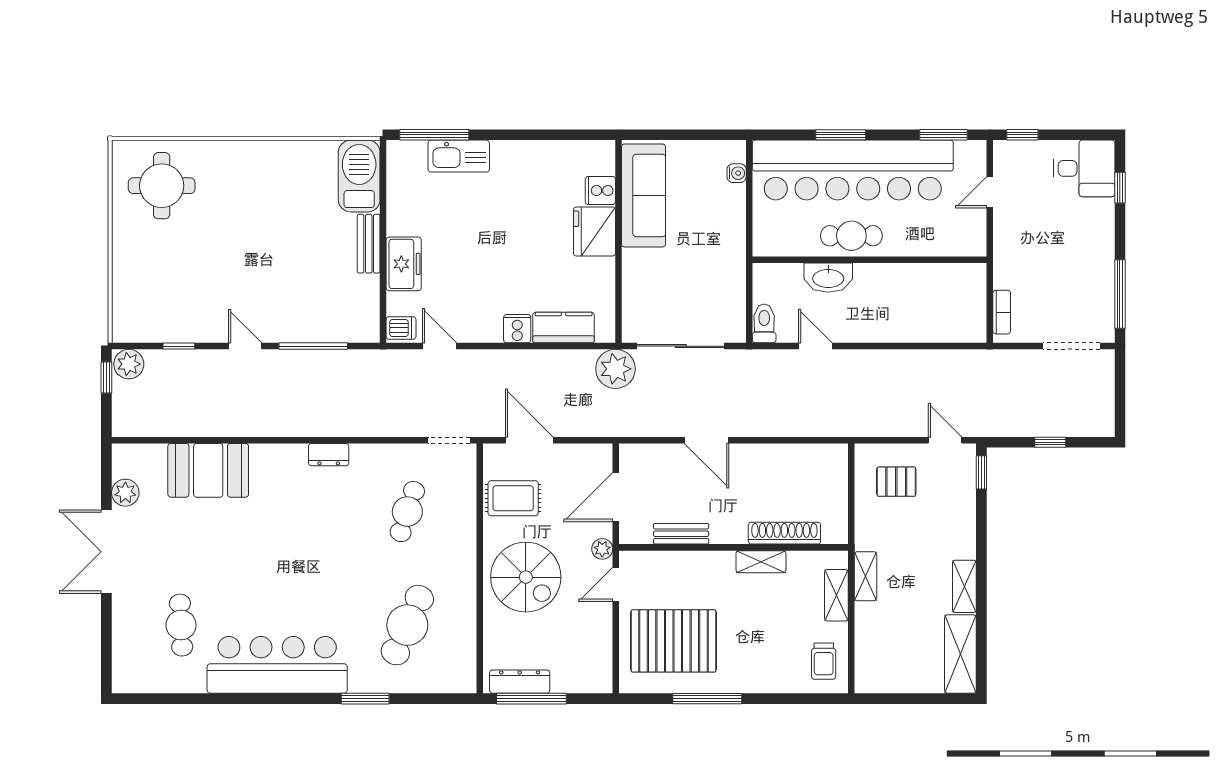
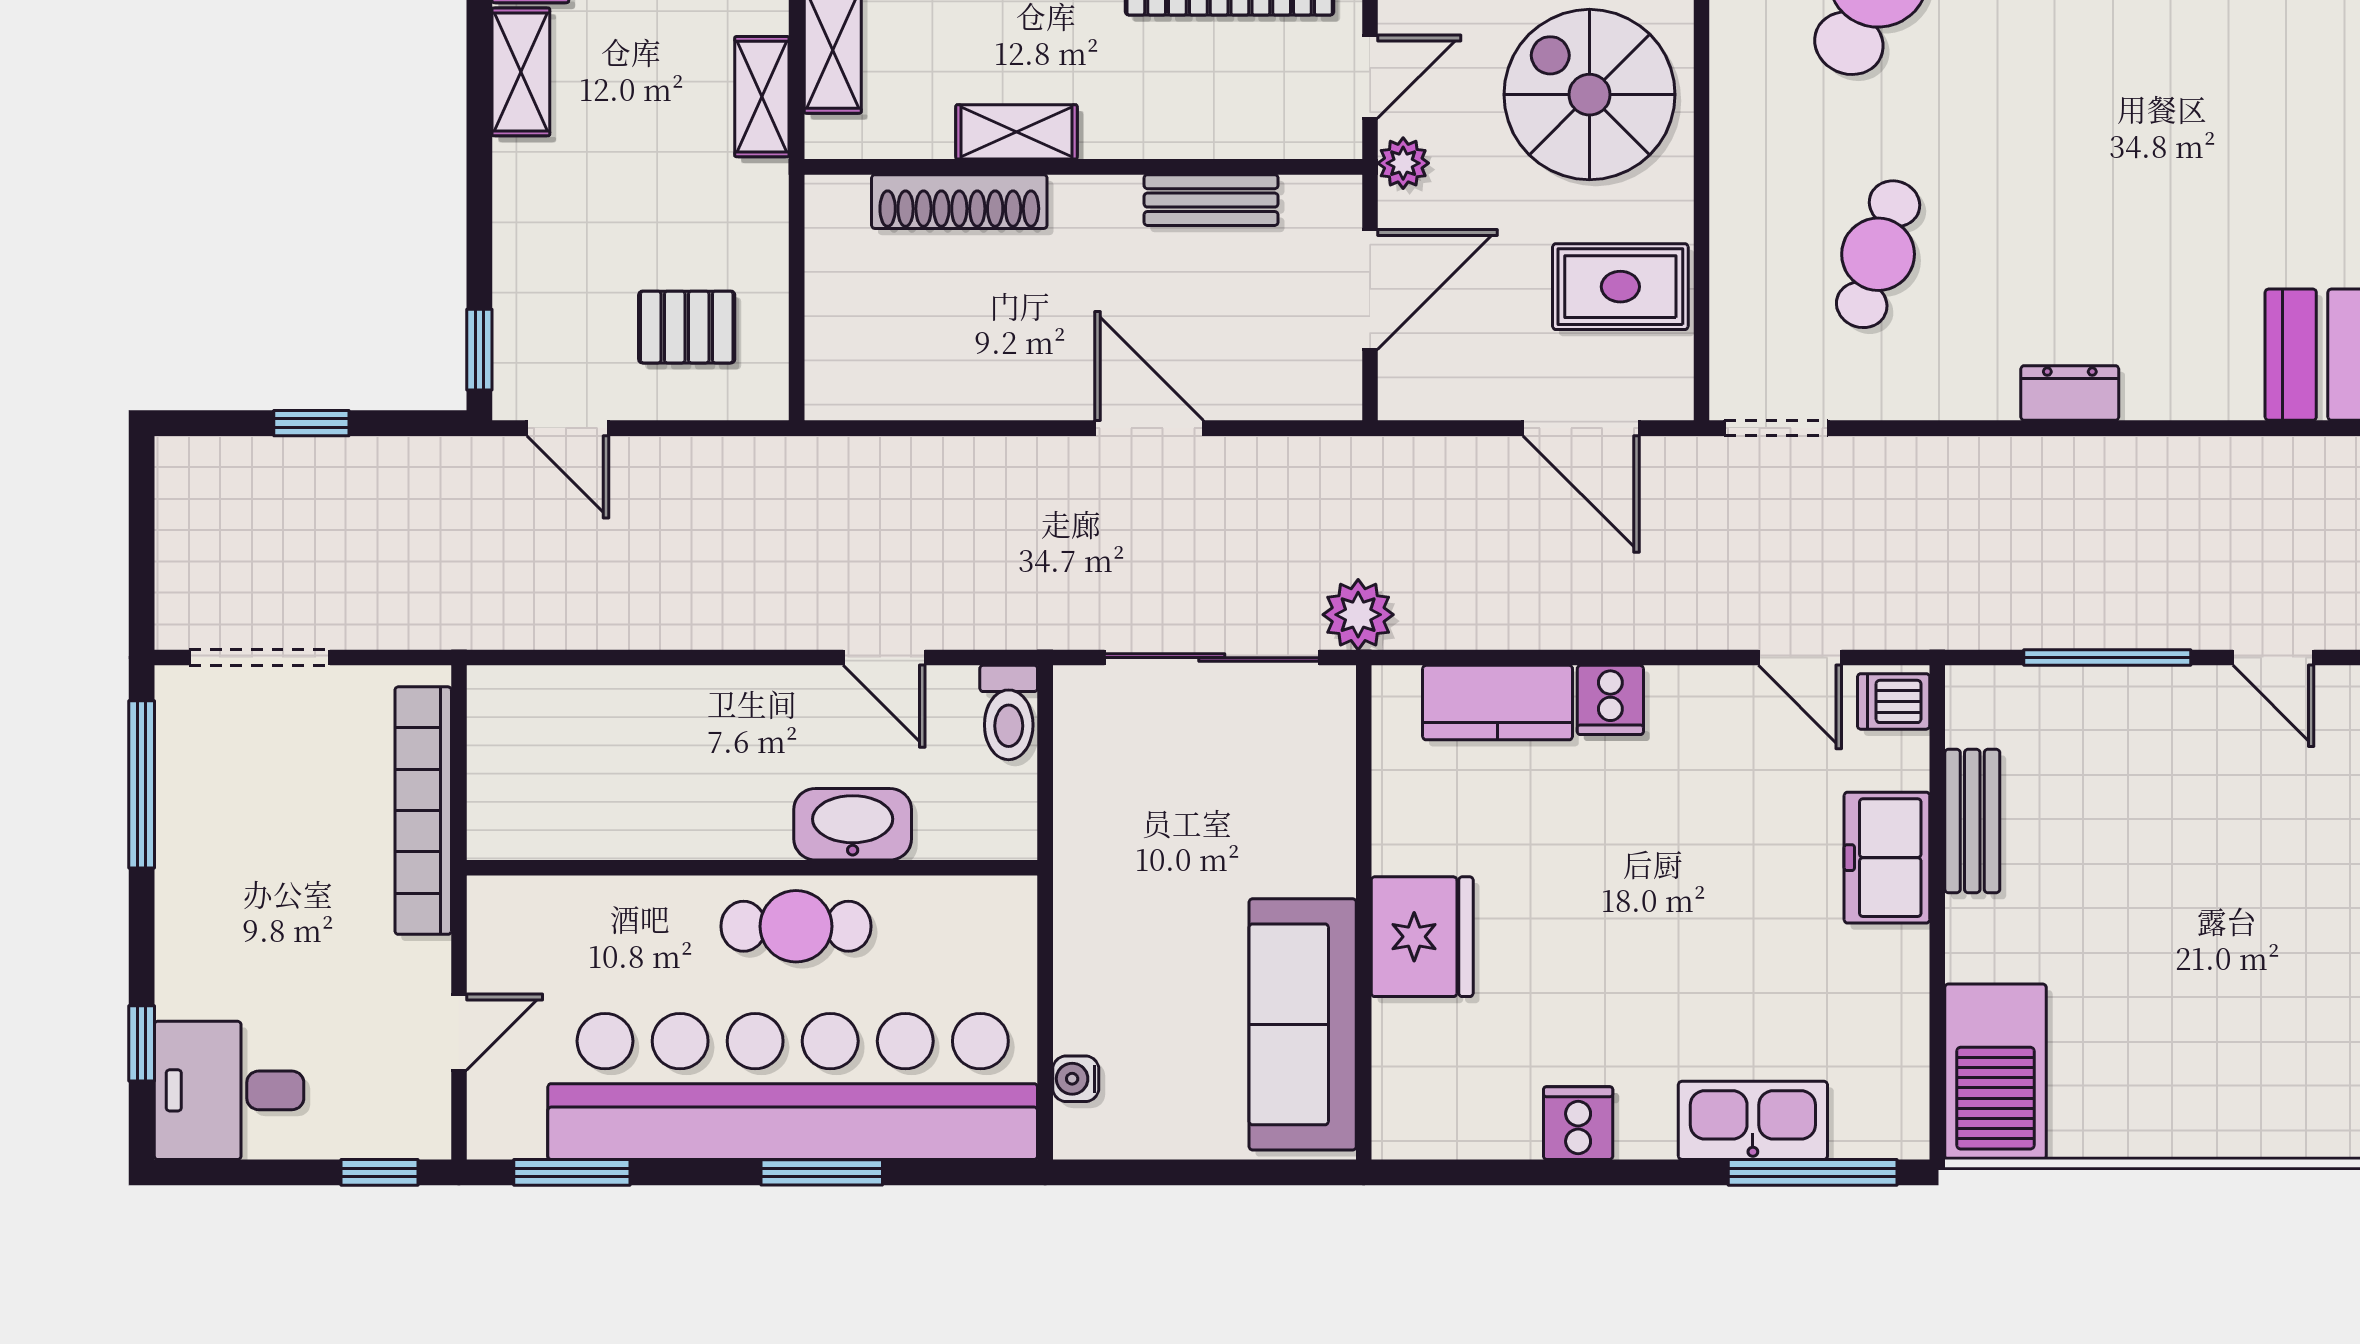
cooker: (600, 191) -> (1578, 1123), moved, turned -90
bench: (369, 244) -> (1972, 821), moved
bookcase: (1002, 312) -> (423, 811), width x2.31, depth x1.31
plant: (615, 369) -> (1358, 615), width x0.73, depth x0.73

